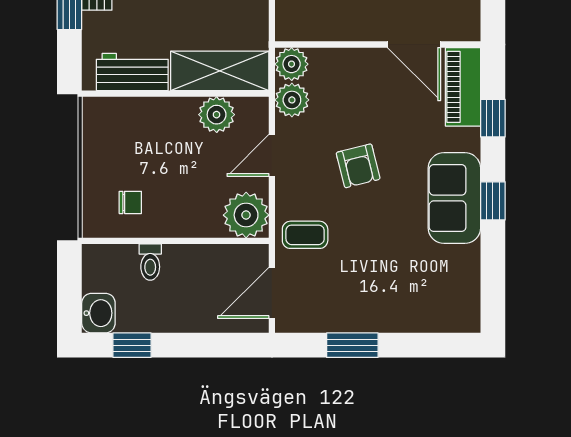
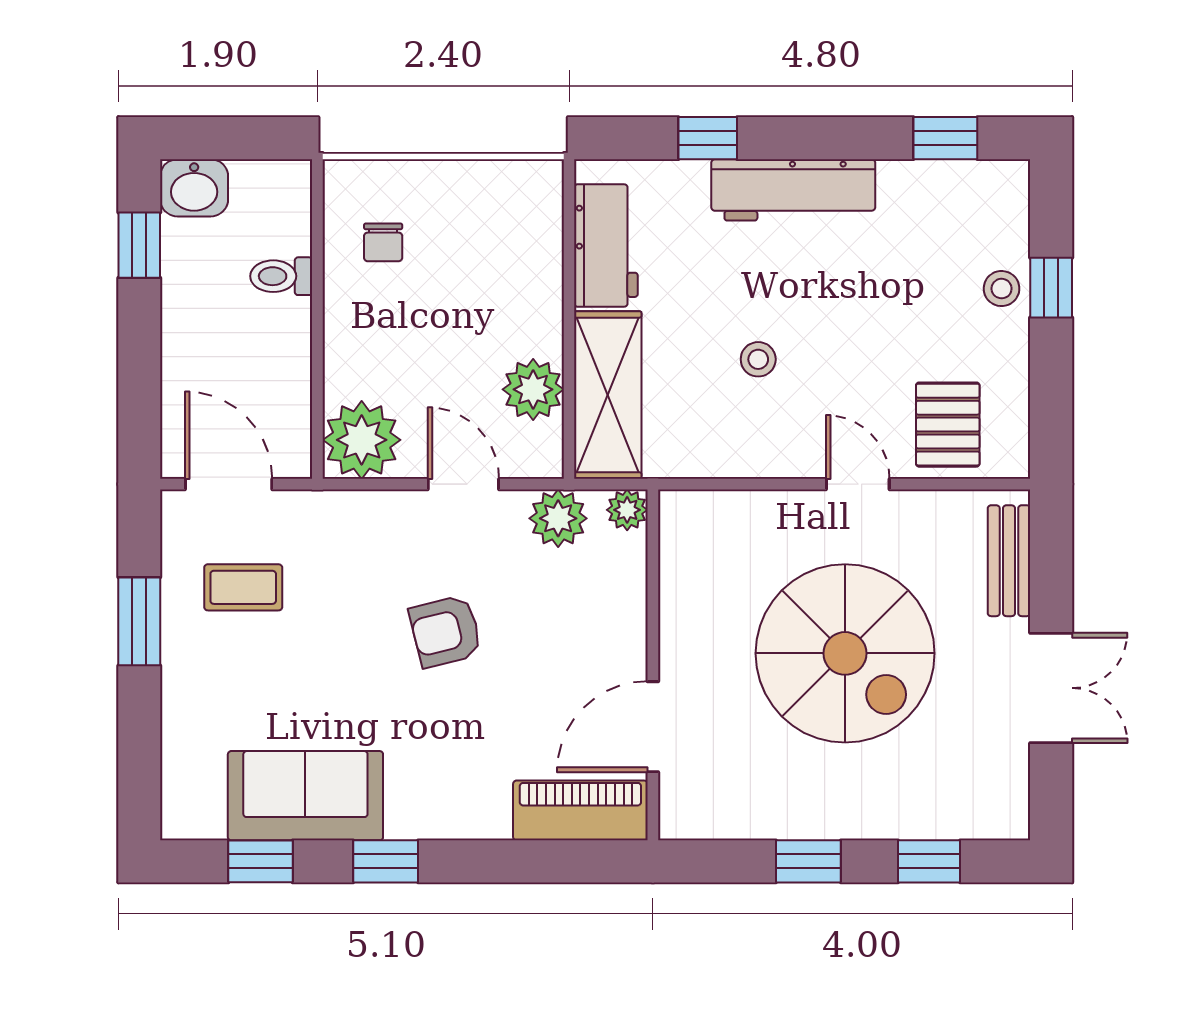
plant: (292, 64) -> (627, 510), width x0.73, depth x0.73
window: (493, 118) -> (260, 861), moved
sofa: (454, 198) -> (305, 796), moved
coffee table: (305, 235) -> (243, 587), moved, turned 90

